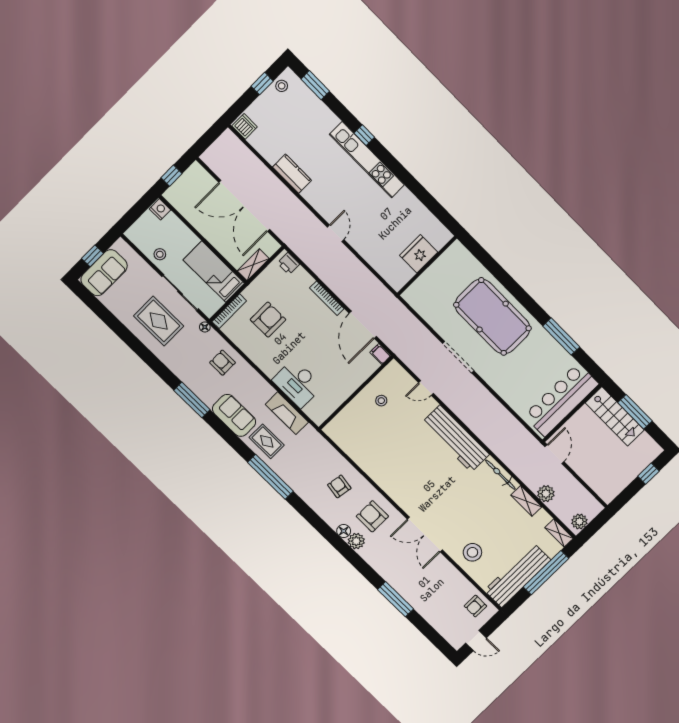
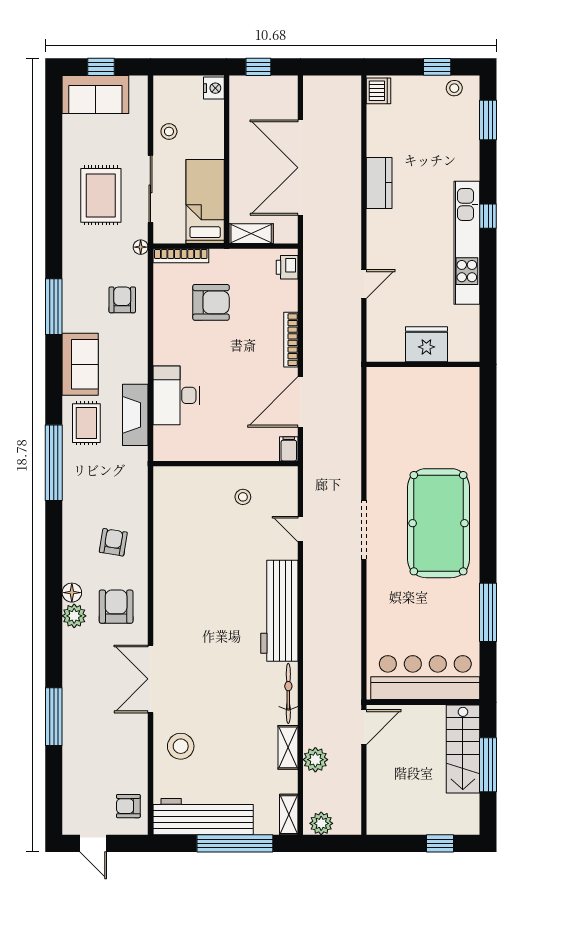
fridge: (419, 254) -> (426, 344), moved
wall: (427, 266) -> (423, 364), moved

